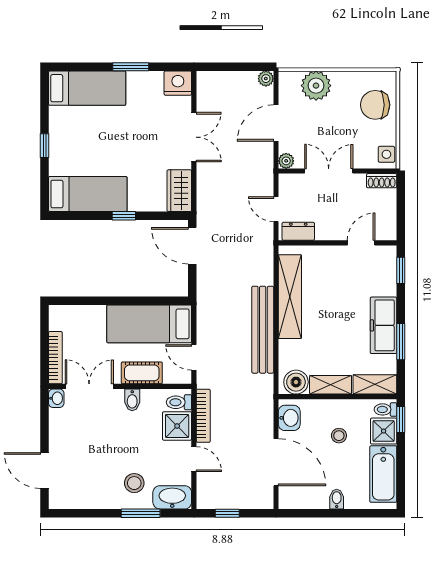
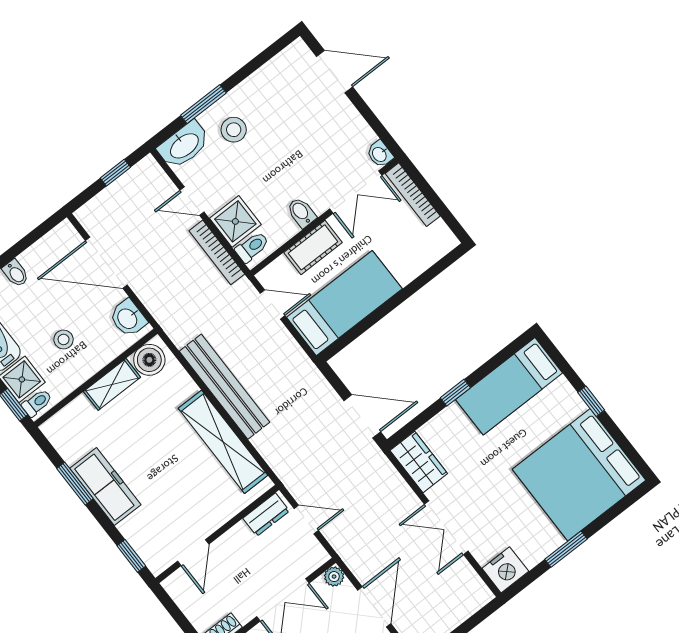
bed: (87, 88) -> (579, 475), width x2.04
shelving: (375, 384) -> (67, 420), removed

